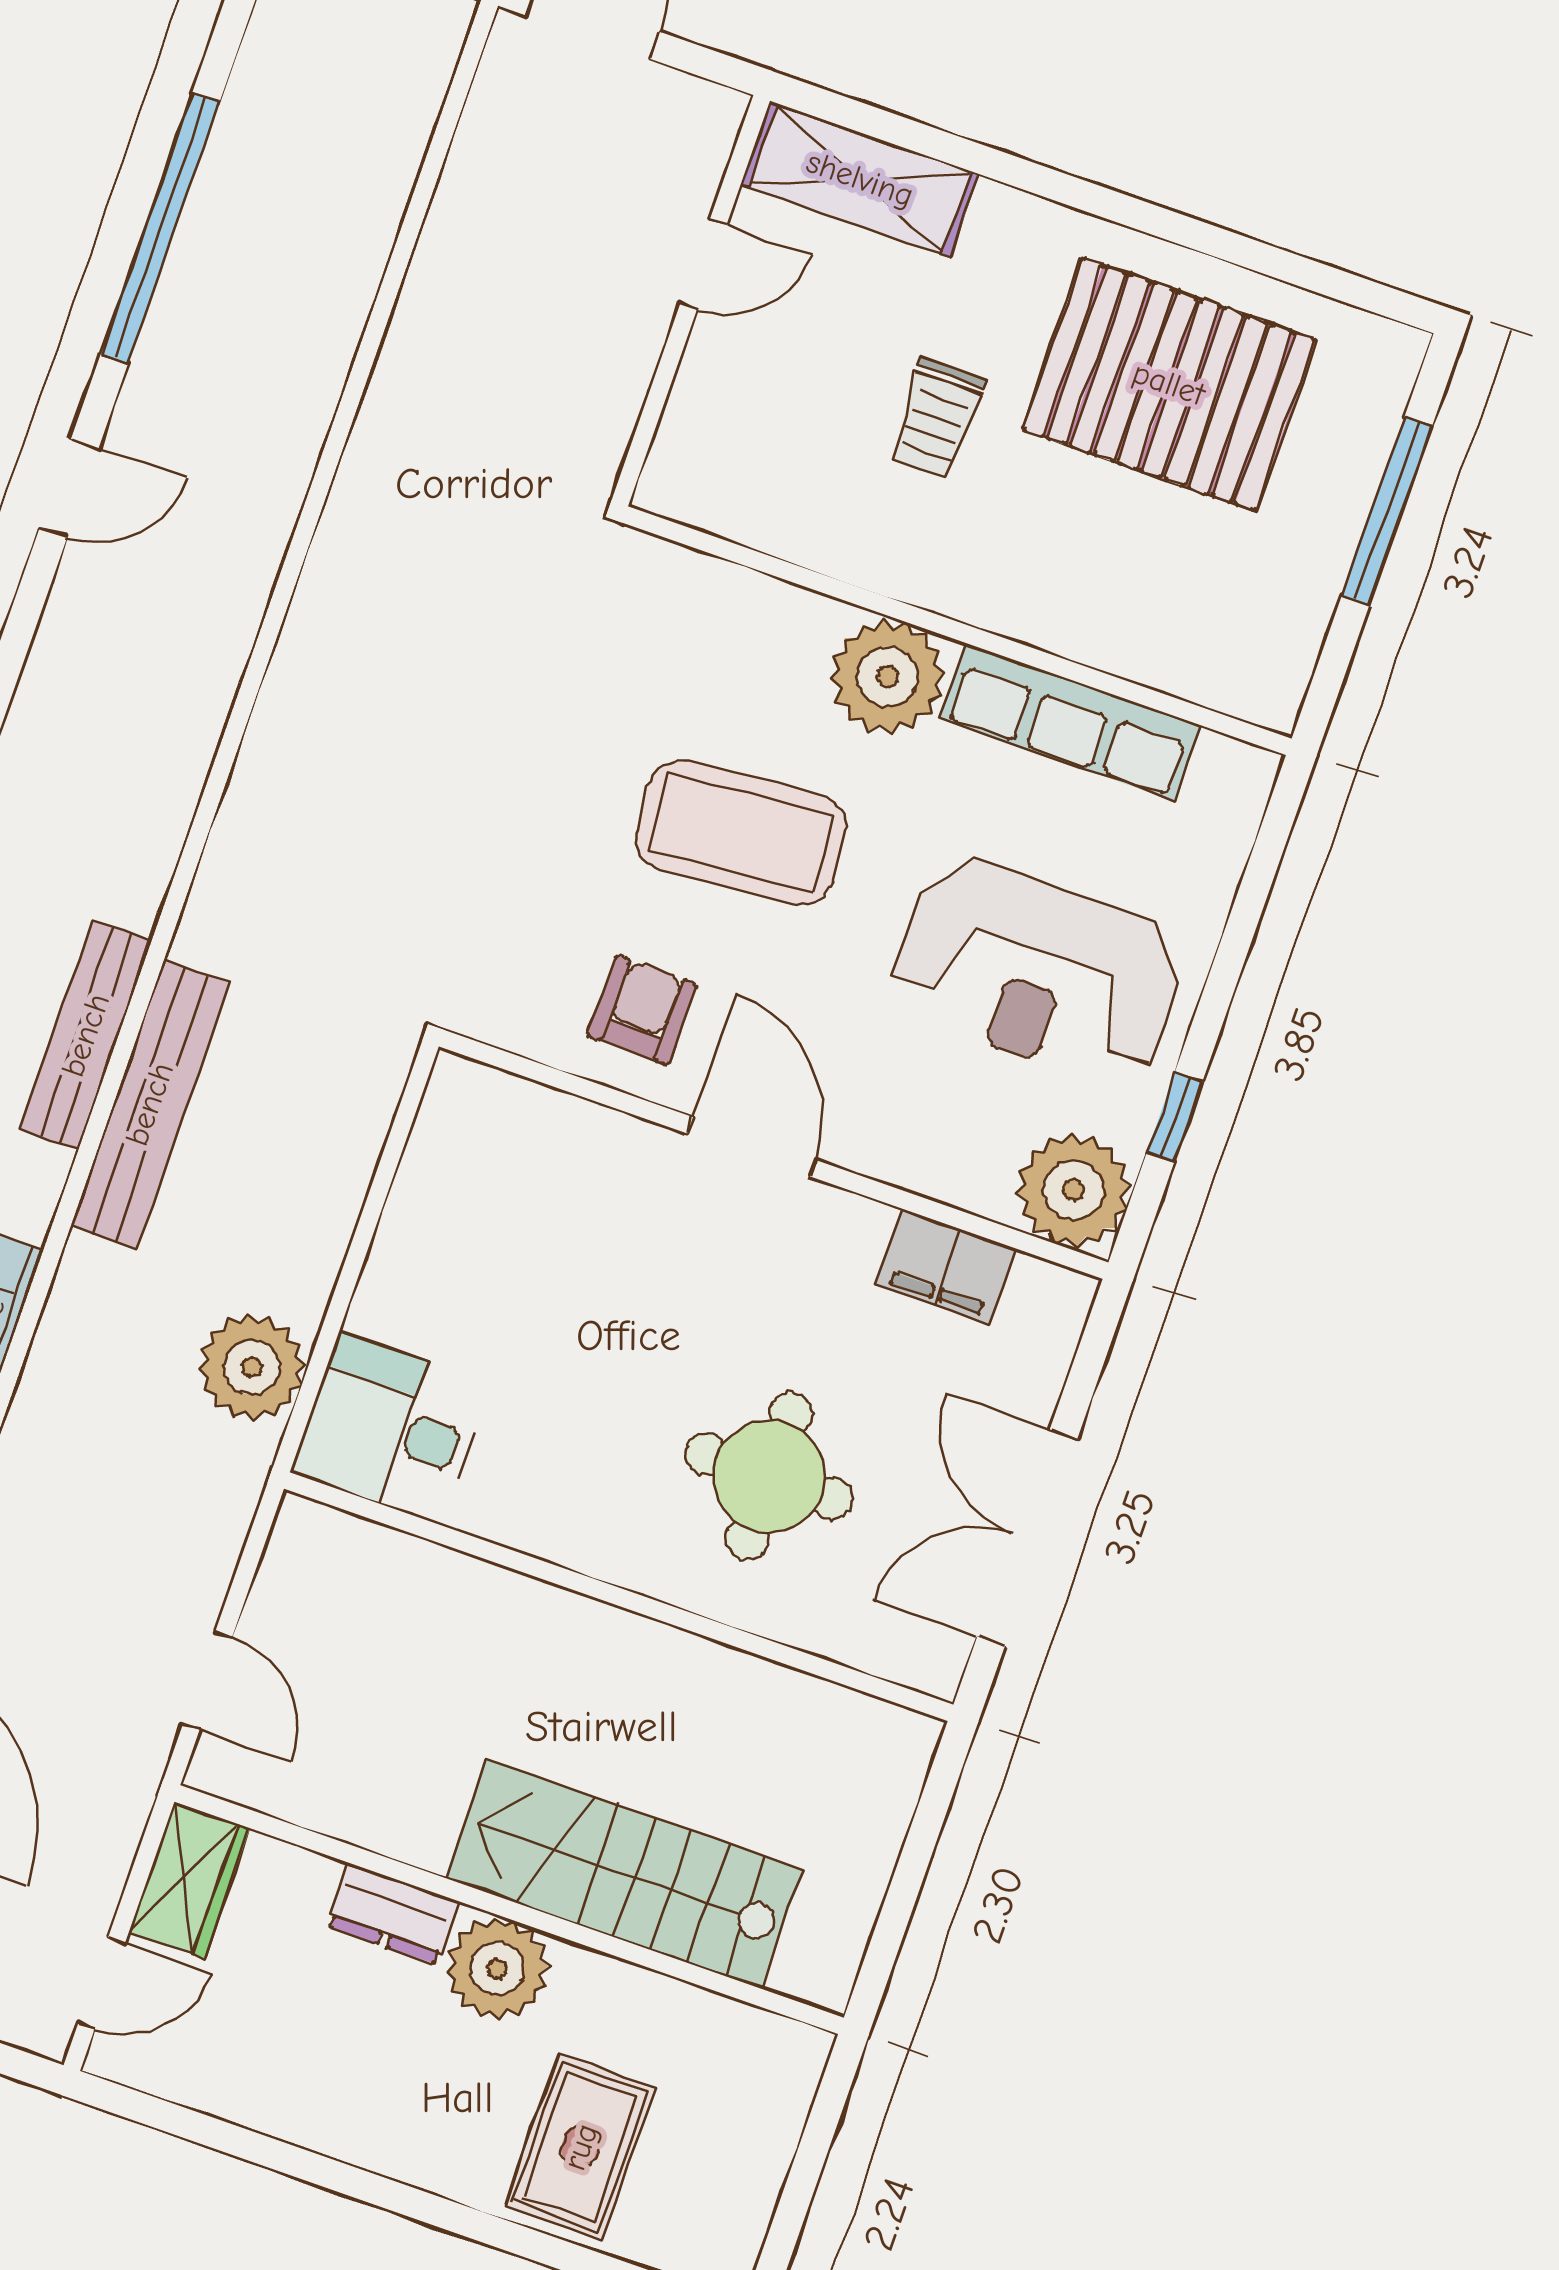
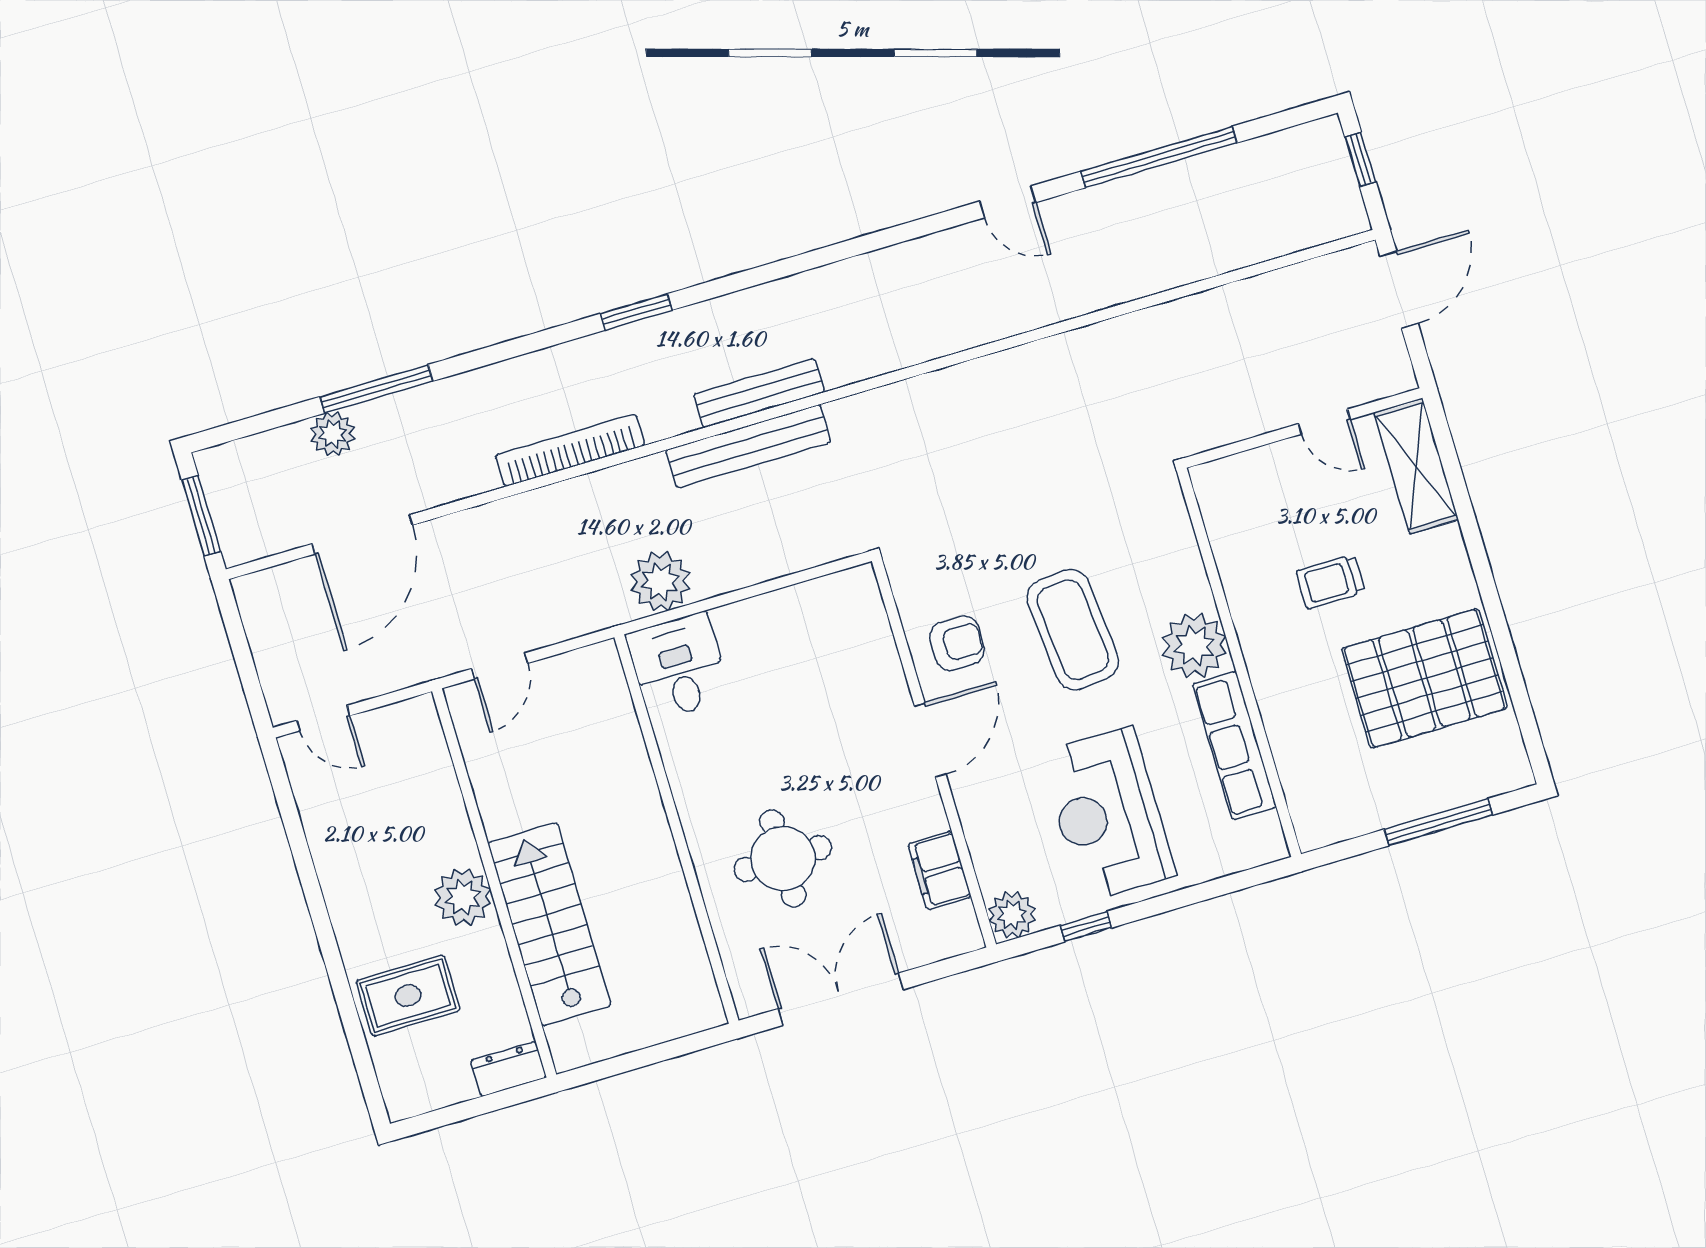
pallet: (1169, 384) -> (1424, 678), turned 90
plant: (1073, 1190) -> (1012, 915), width x0.73, depth x0.73
wardrobe: (189, 1880) -> (401, 724), removed
dresser: (393, 1914) -> (509, 1069), moved, turned 90

